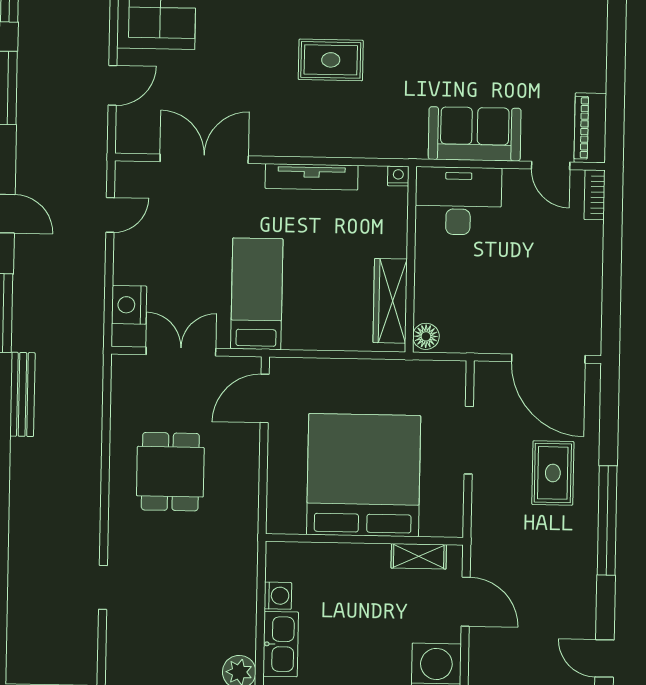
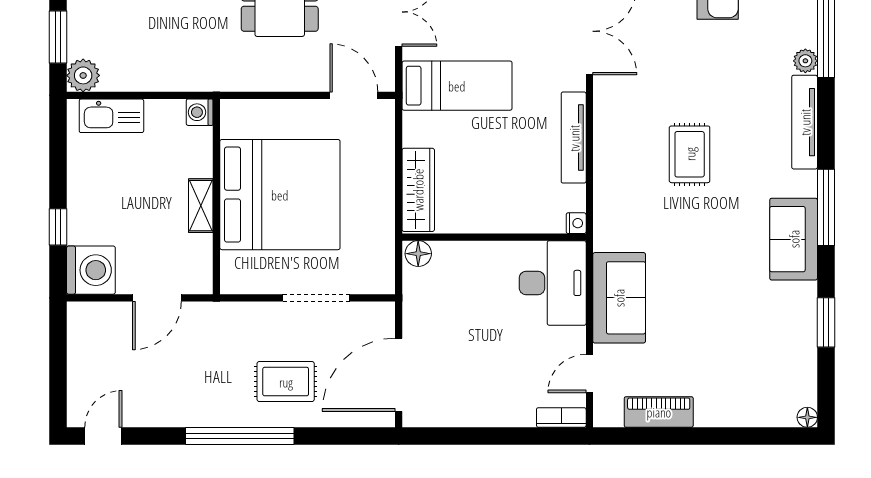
piano: (590, 128) -> (659, 412), moved
wardrobe: (390, 301) -> (418, 190), moved, turned 90
shelving: (419, 556) -> (201, 206), moved
washing machine: (278, 596) -> (200, 112), moved, turned 90

